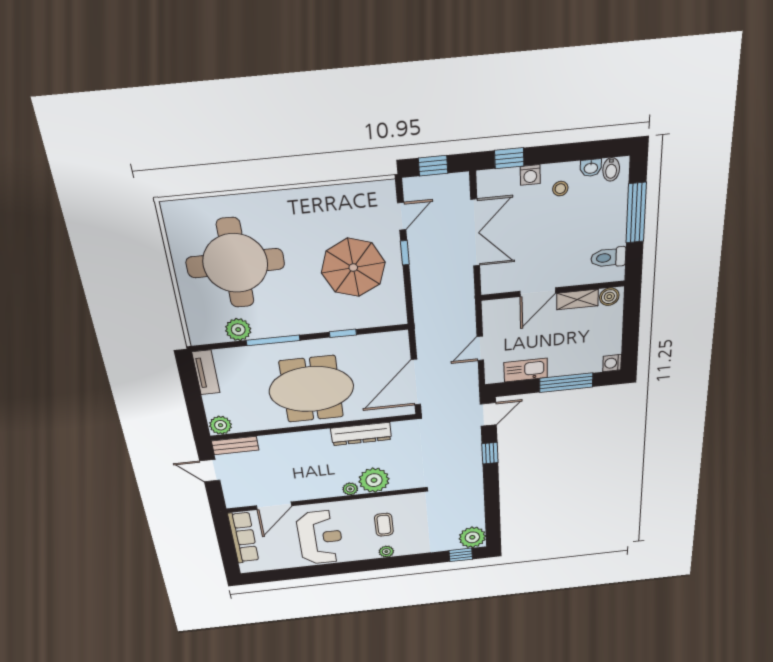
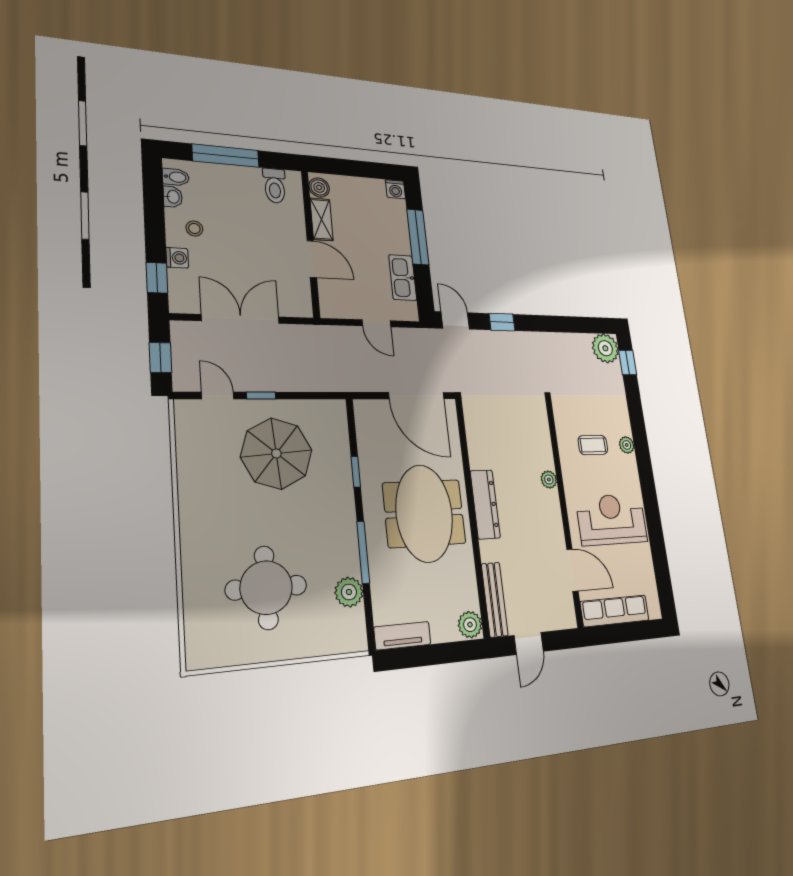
round table: (235, 263) -> (266, 588), width x0.73, depth x0.73
dresser: (361, 434) -> (485, 504), moved
bench: (235, 445) -> (495, 600), width x1.36
plant: (374, 480) -> (537, 452), removed

